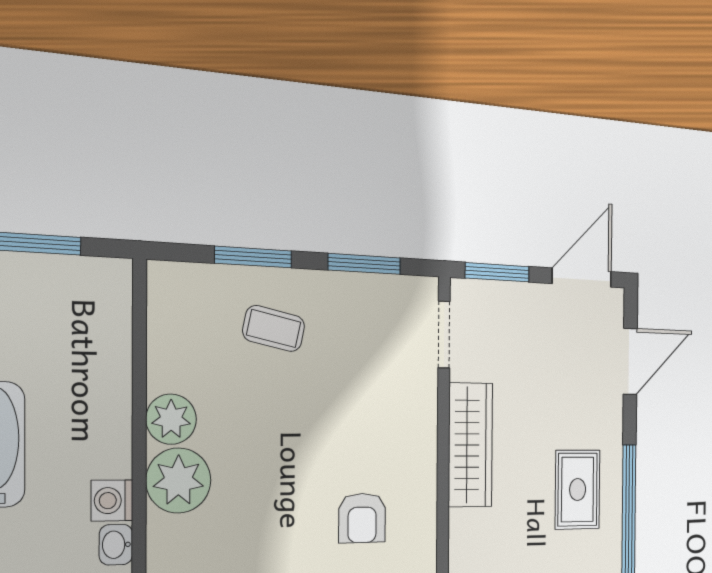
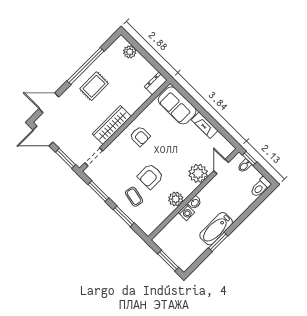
armchair: (282, 415) -> (150, 176), added
plant: (178, 481) -> (198, 173), moved
washing machine: (112, 501) -> (186, 212), moved
armchair: (362, 518) -> (140, 136), moved, turned 90
washbasin: (116, 545) -> (195, 203), moved

